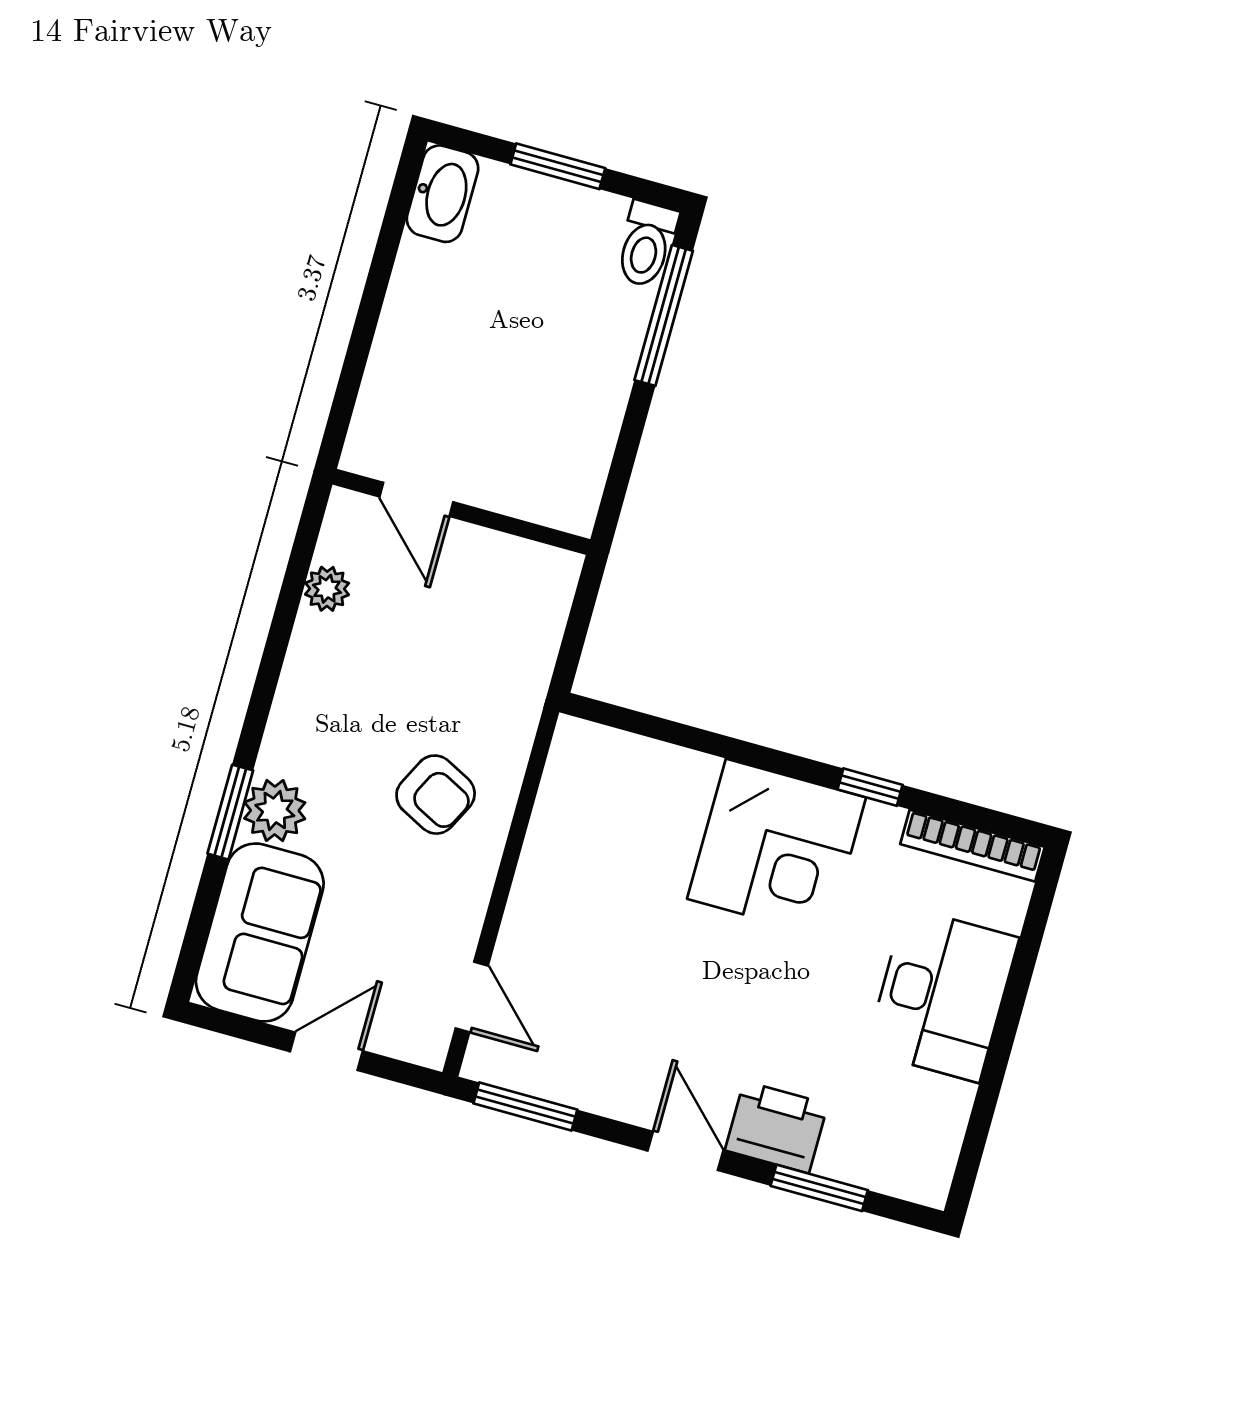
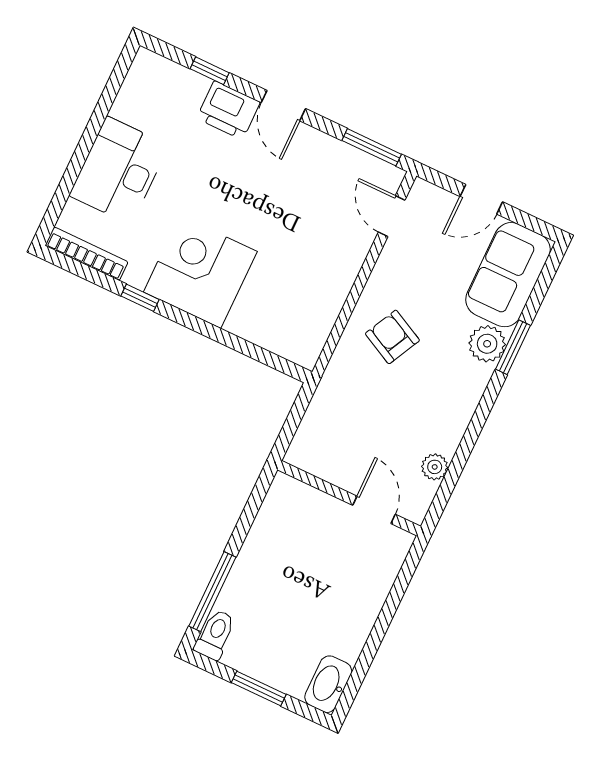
window: (819, 1188) -> (210, 71), width x0.67

